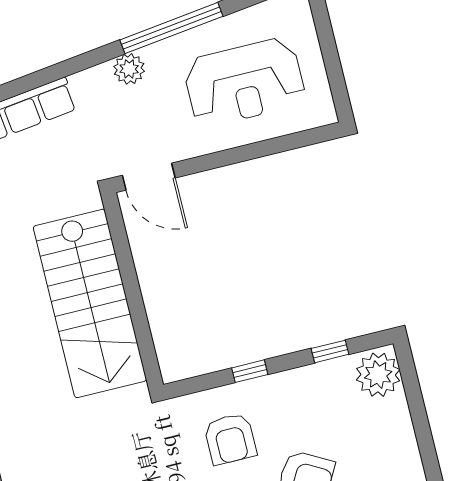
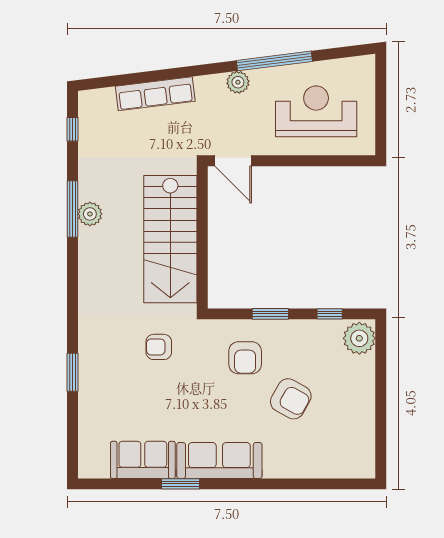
reception desk: (244, 82) -> (316, 111), turned 180
window: (250, 371) -> (270, 314), width x1.50
armchair: (110, 453) -> (159, 347), added

